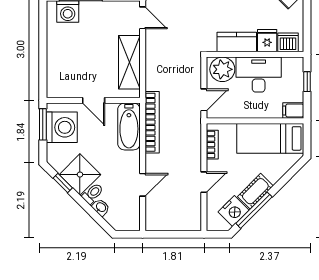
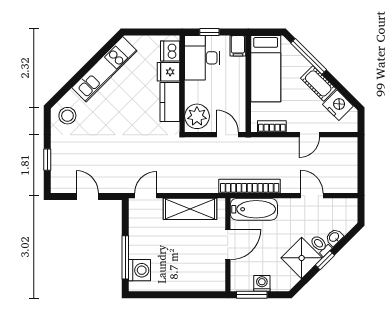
desk: (259, 75) -> (202, 58), moved
door: (94, 100) -> (228, 244), width x1.37
washing machine: (62, 127) -> (262, 283), width x0.53, depth x0.53
door: (204, 182) -> (309, 135), swing flipped
window: (63, 183) -> (325, 260), moved
window: (254, 210) -> (309, 56), moved

